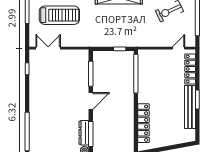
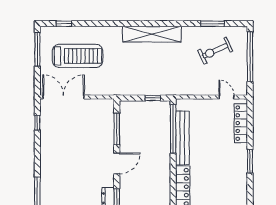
double door: (48, 48) -> (63, 97), width x1.37
door: (179, 48) -> (227, 97), hinge flipped
bench: (190, 107) -> (182, 138), moved

